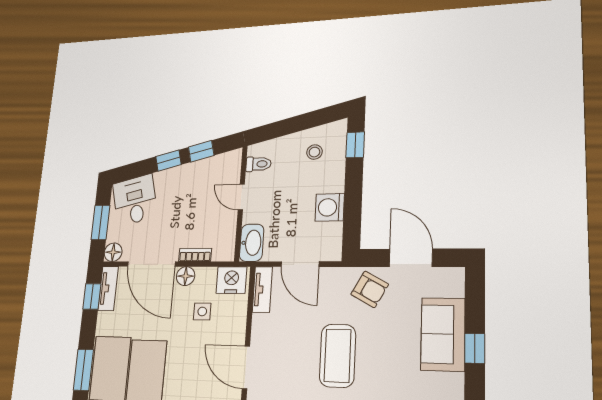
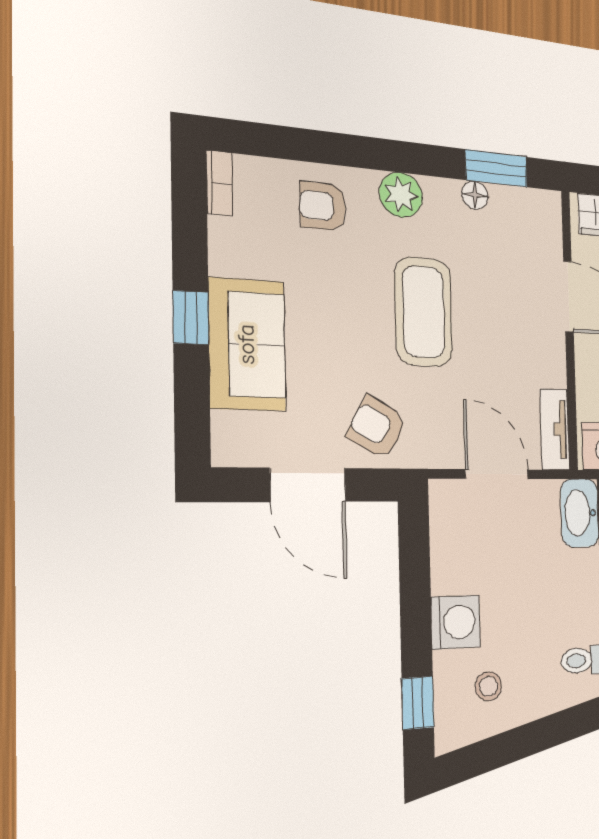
washing machine: (330, 207) -> (456, 622), moved

